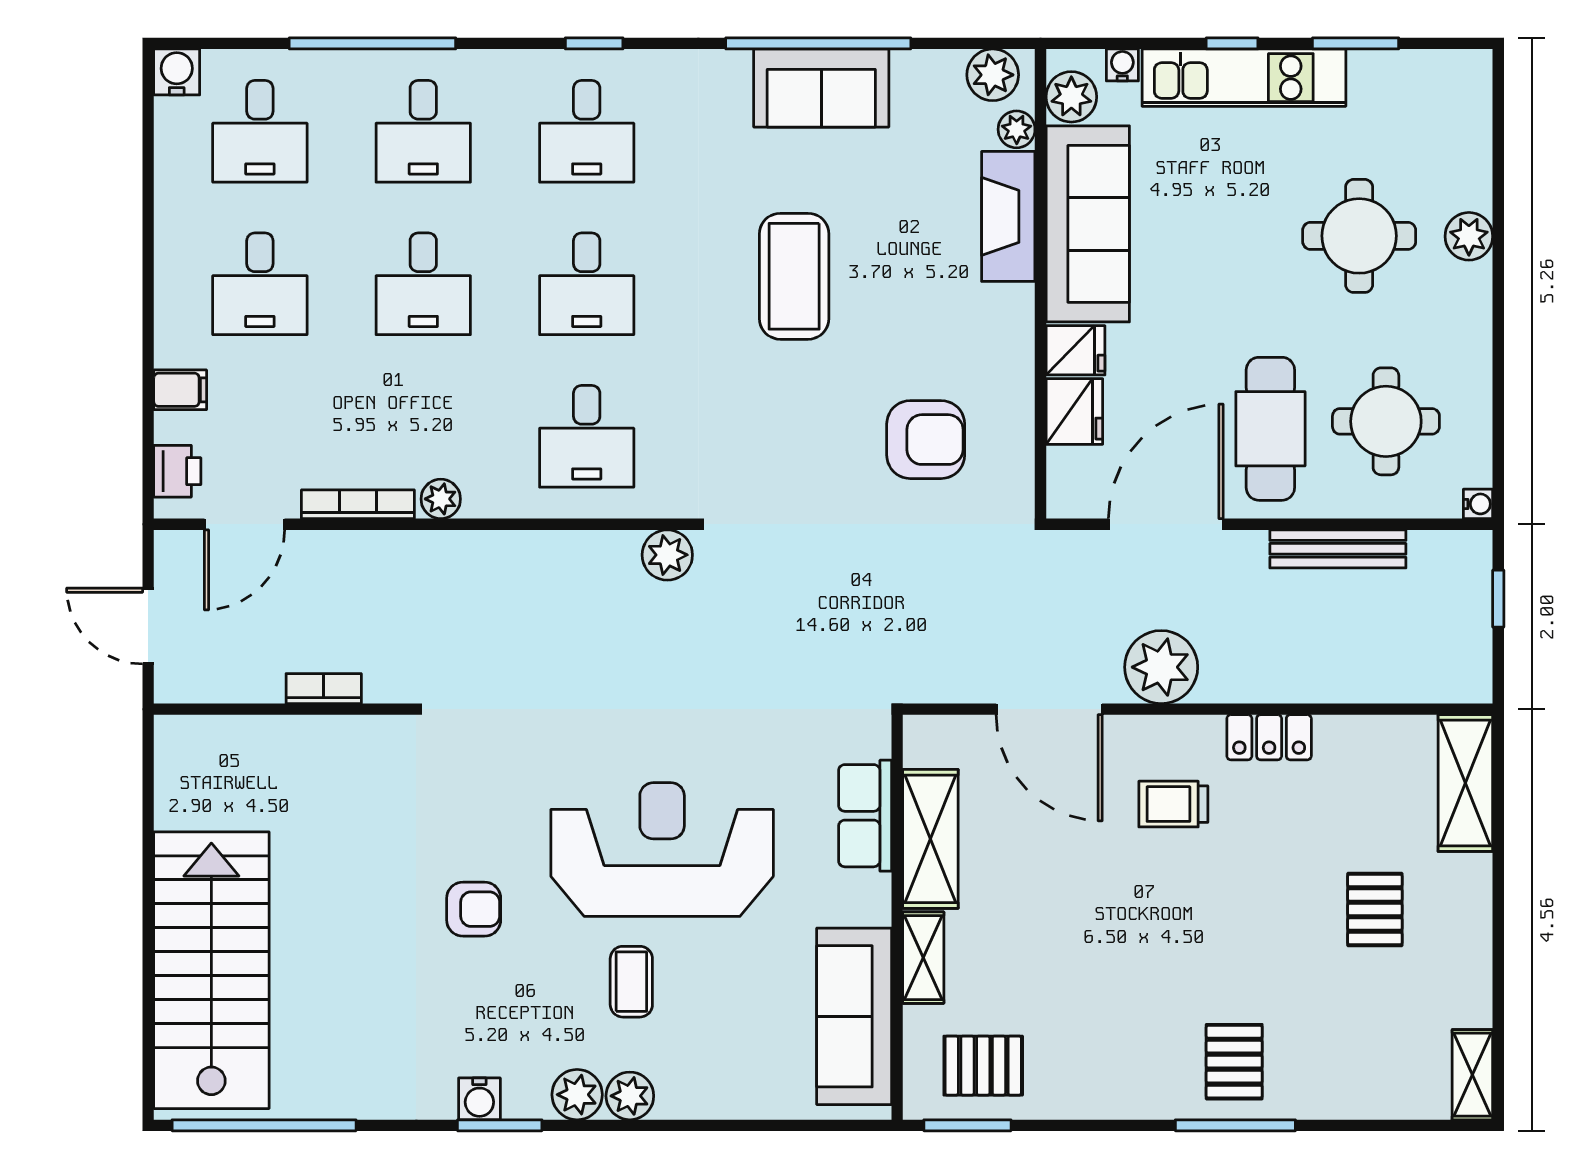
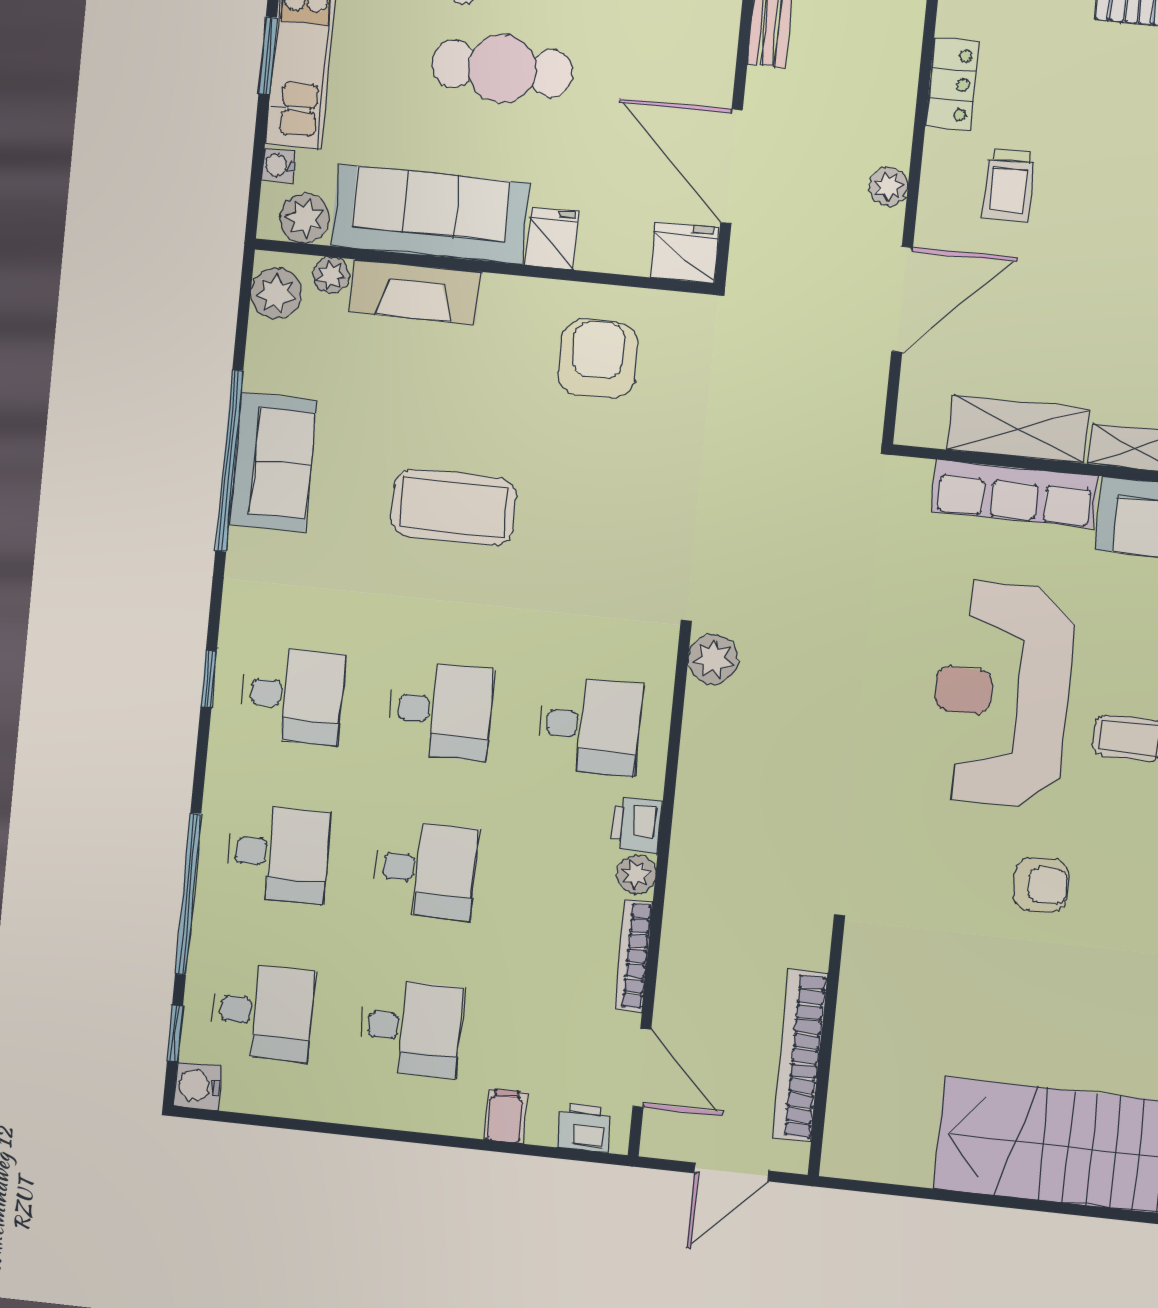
window: (228, 43) -> (175, 1033), added
window: (1232, 43) -> (268, 55), width x1.50
fridge: (1074, 412) -> (685, 253), moved
cafe table: (1270, 429) -> (502, 68), moved
armchair: (926, 440) -> (598, 359), moved
printer: (491, 494) -> (636, 825), added
plant: (1161, 667) -> (889, 186), width x0.53, depth x0.53
bookcase: (324, 689) -> (800, 1056), width x2.31, depth x1.31
row of seats: (865, 816) -> (1015, 494), width x1.48
armchair: (474, 909) -> (1041, 885), turned 88

